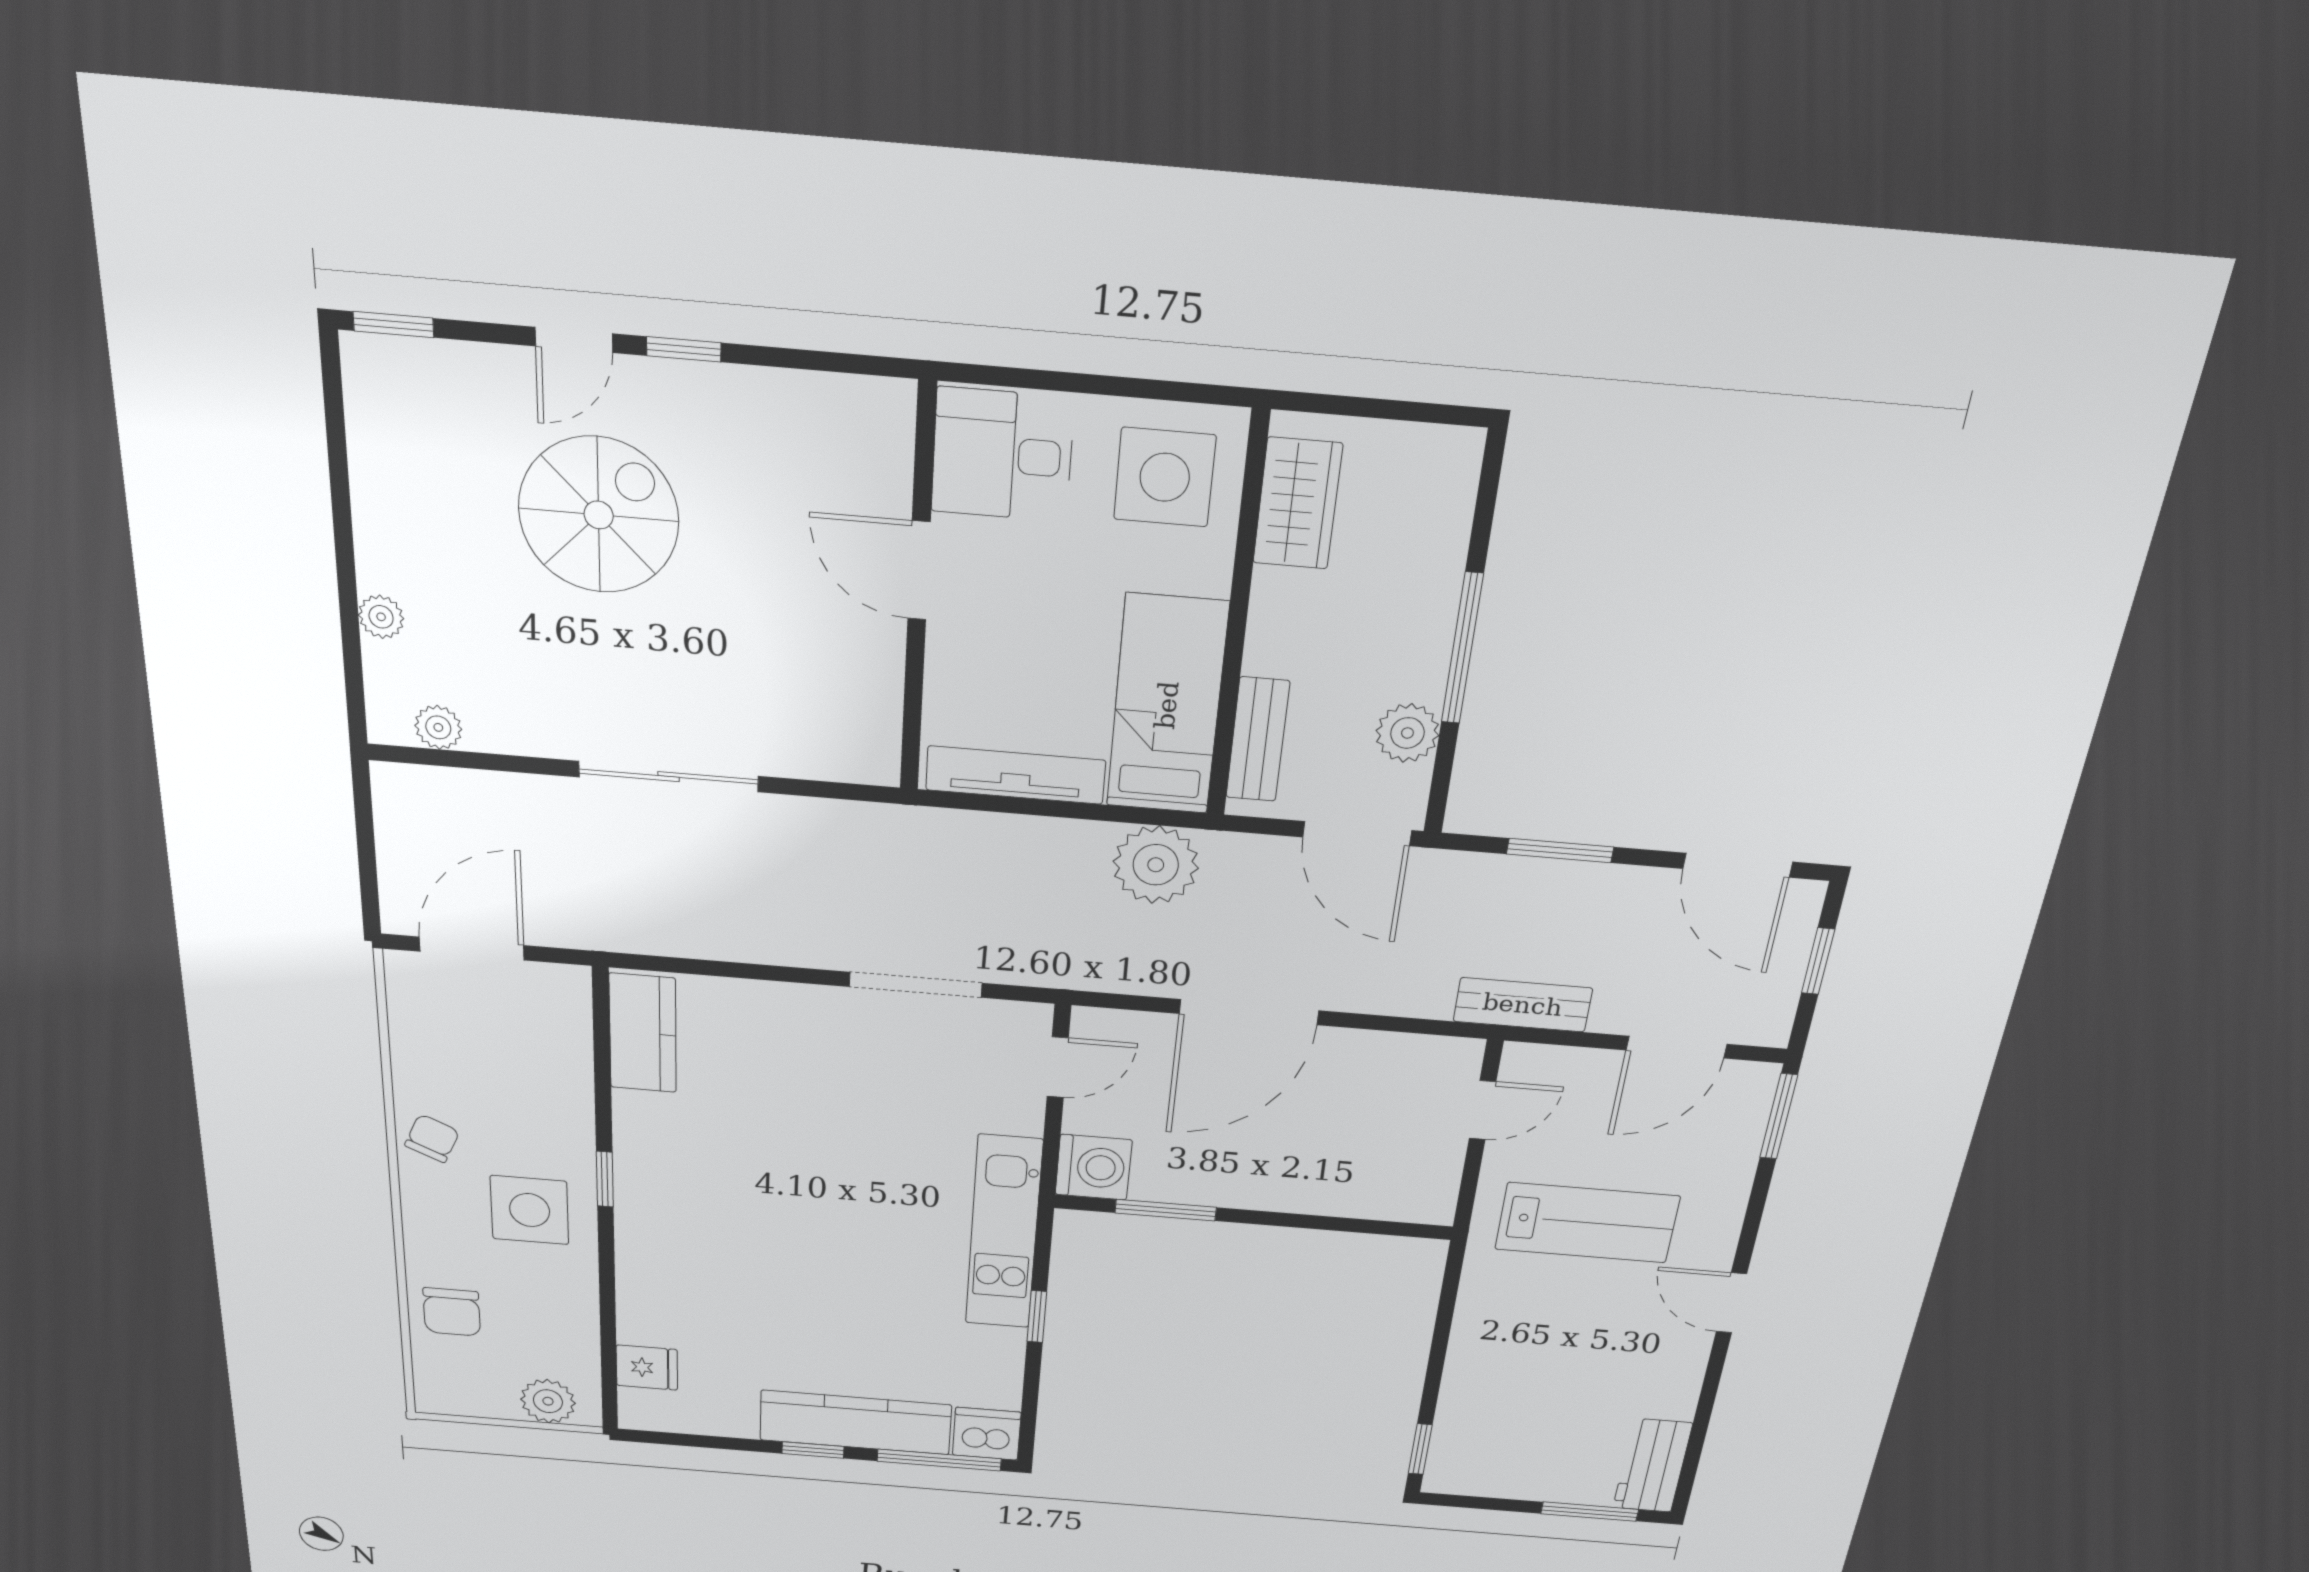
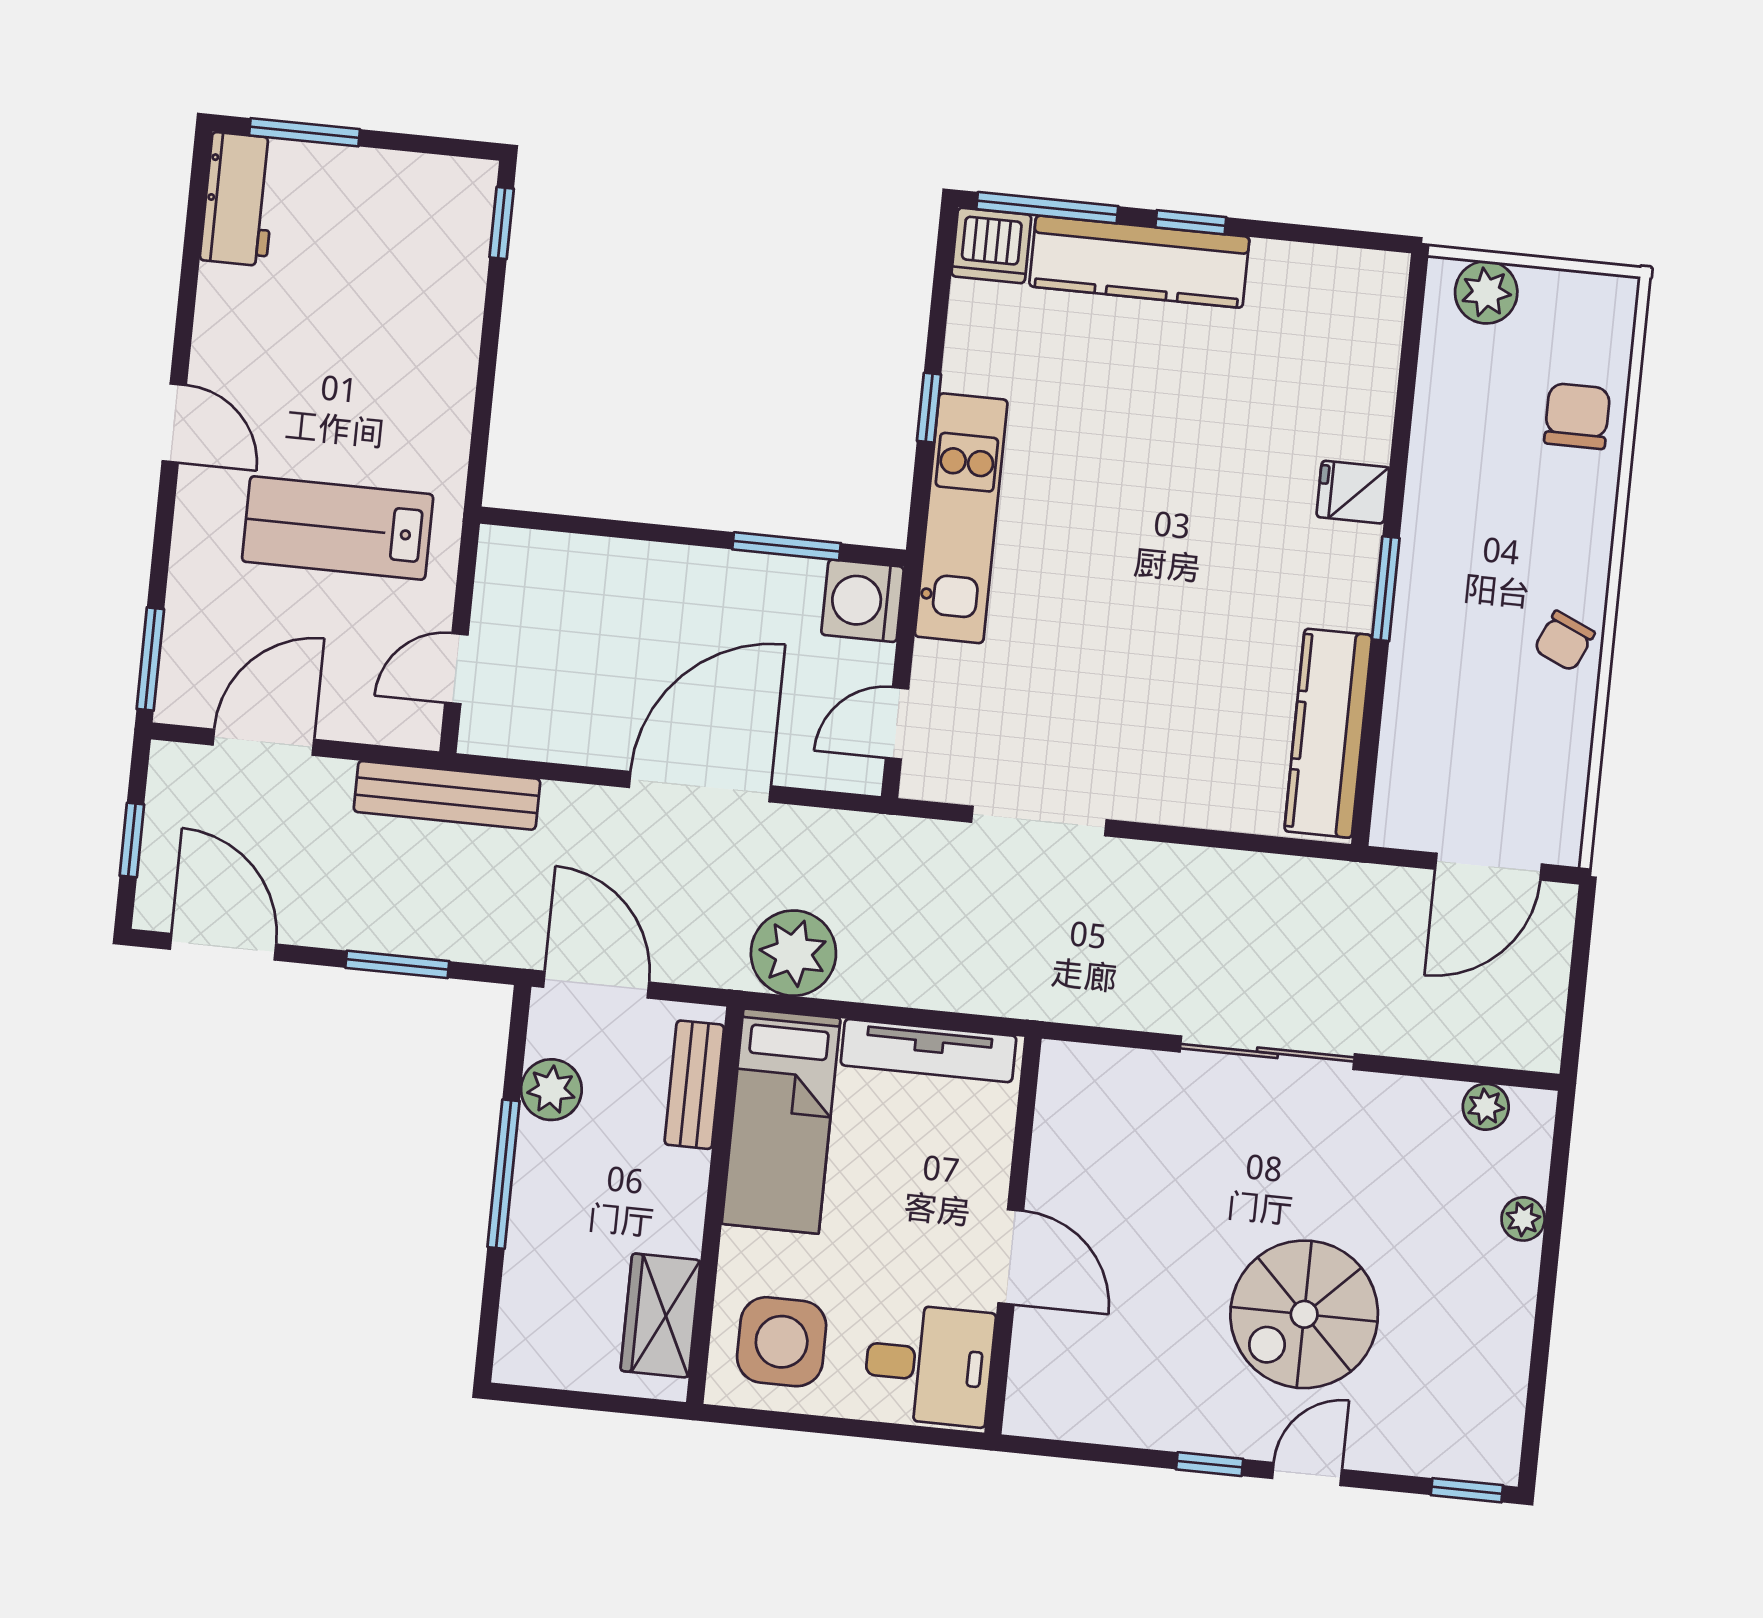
bench: (1523, 1005) -> (447, 795), width x1.36
kitchen counter: (643, 1033) -> (1328, 733), width x1.50
window: (605, 1179) -> (1386, 589), width x1.50
side table: (530, 1210) -> (1472, 550), removed
fridge: (647, 1368) -> (1353, 492), moved

